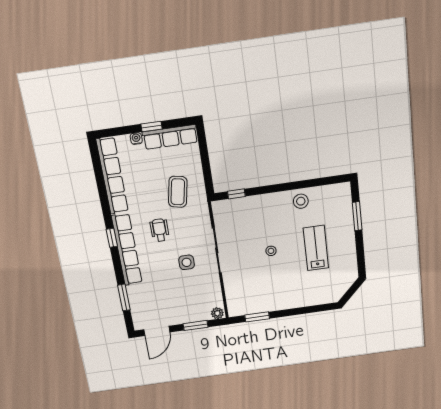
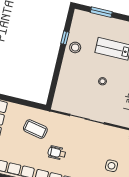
window: (236, 194) -> (65, 38), moved
side table: (187, 262) -> (111, 166), moved

